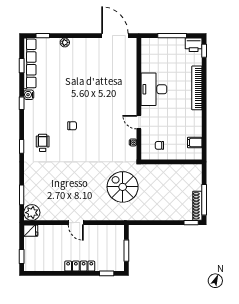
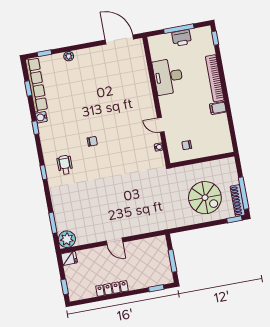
printer: (194, 45) -> (182, 38), moved
desk: (154, 89) -> (168, 77), moved
filing cabinet: (195, 143) -> (218, 108), moved
spiral stairs: (123, 187) -> (205, 198), moved, turned 180
locker: (80, 266) -> (112, 288), moved

